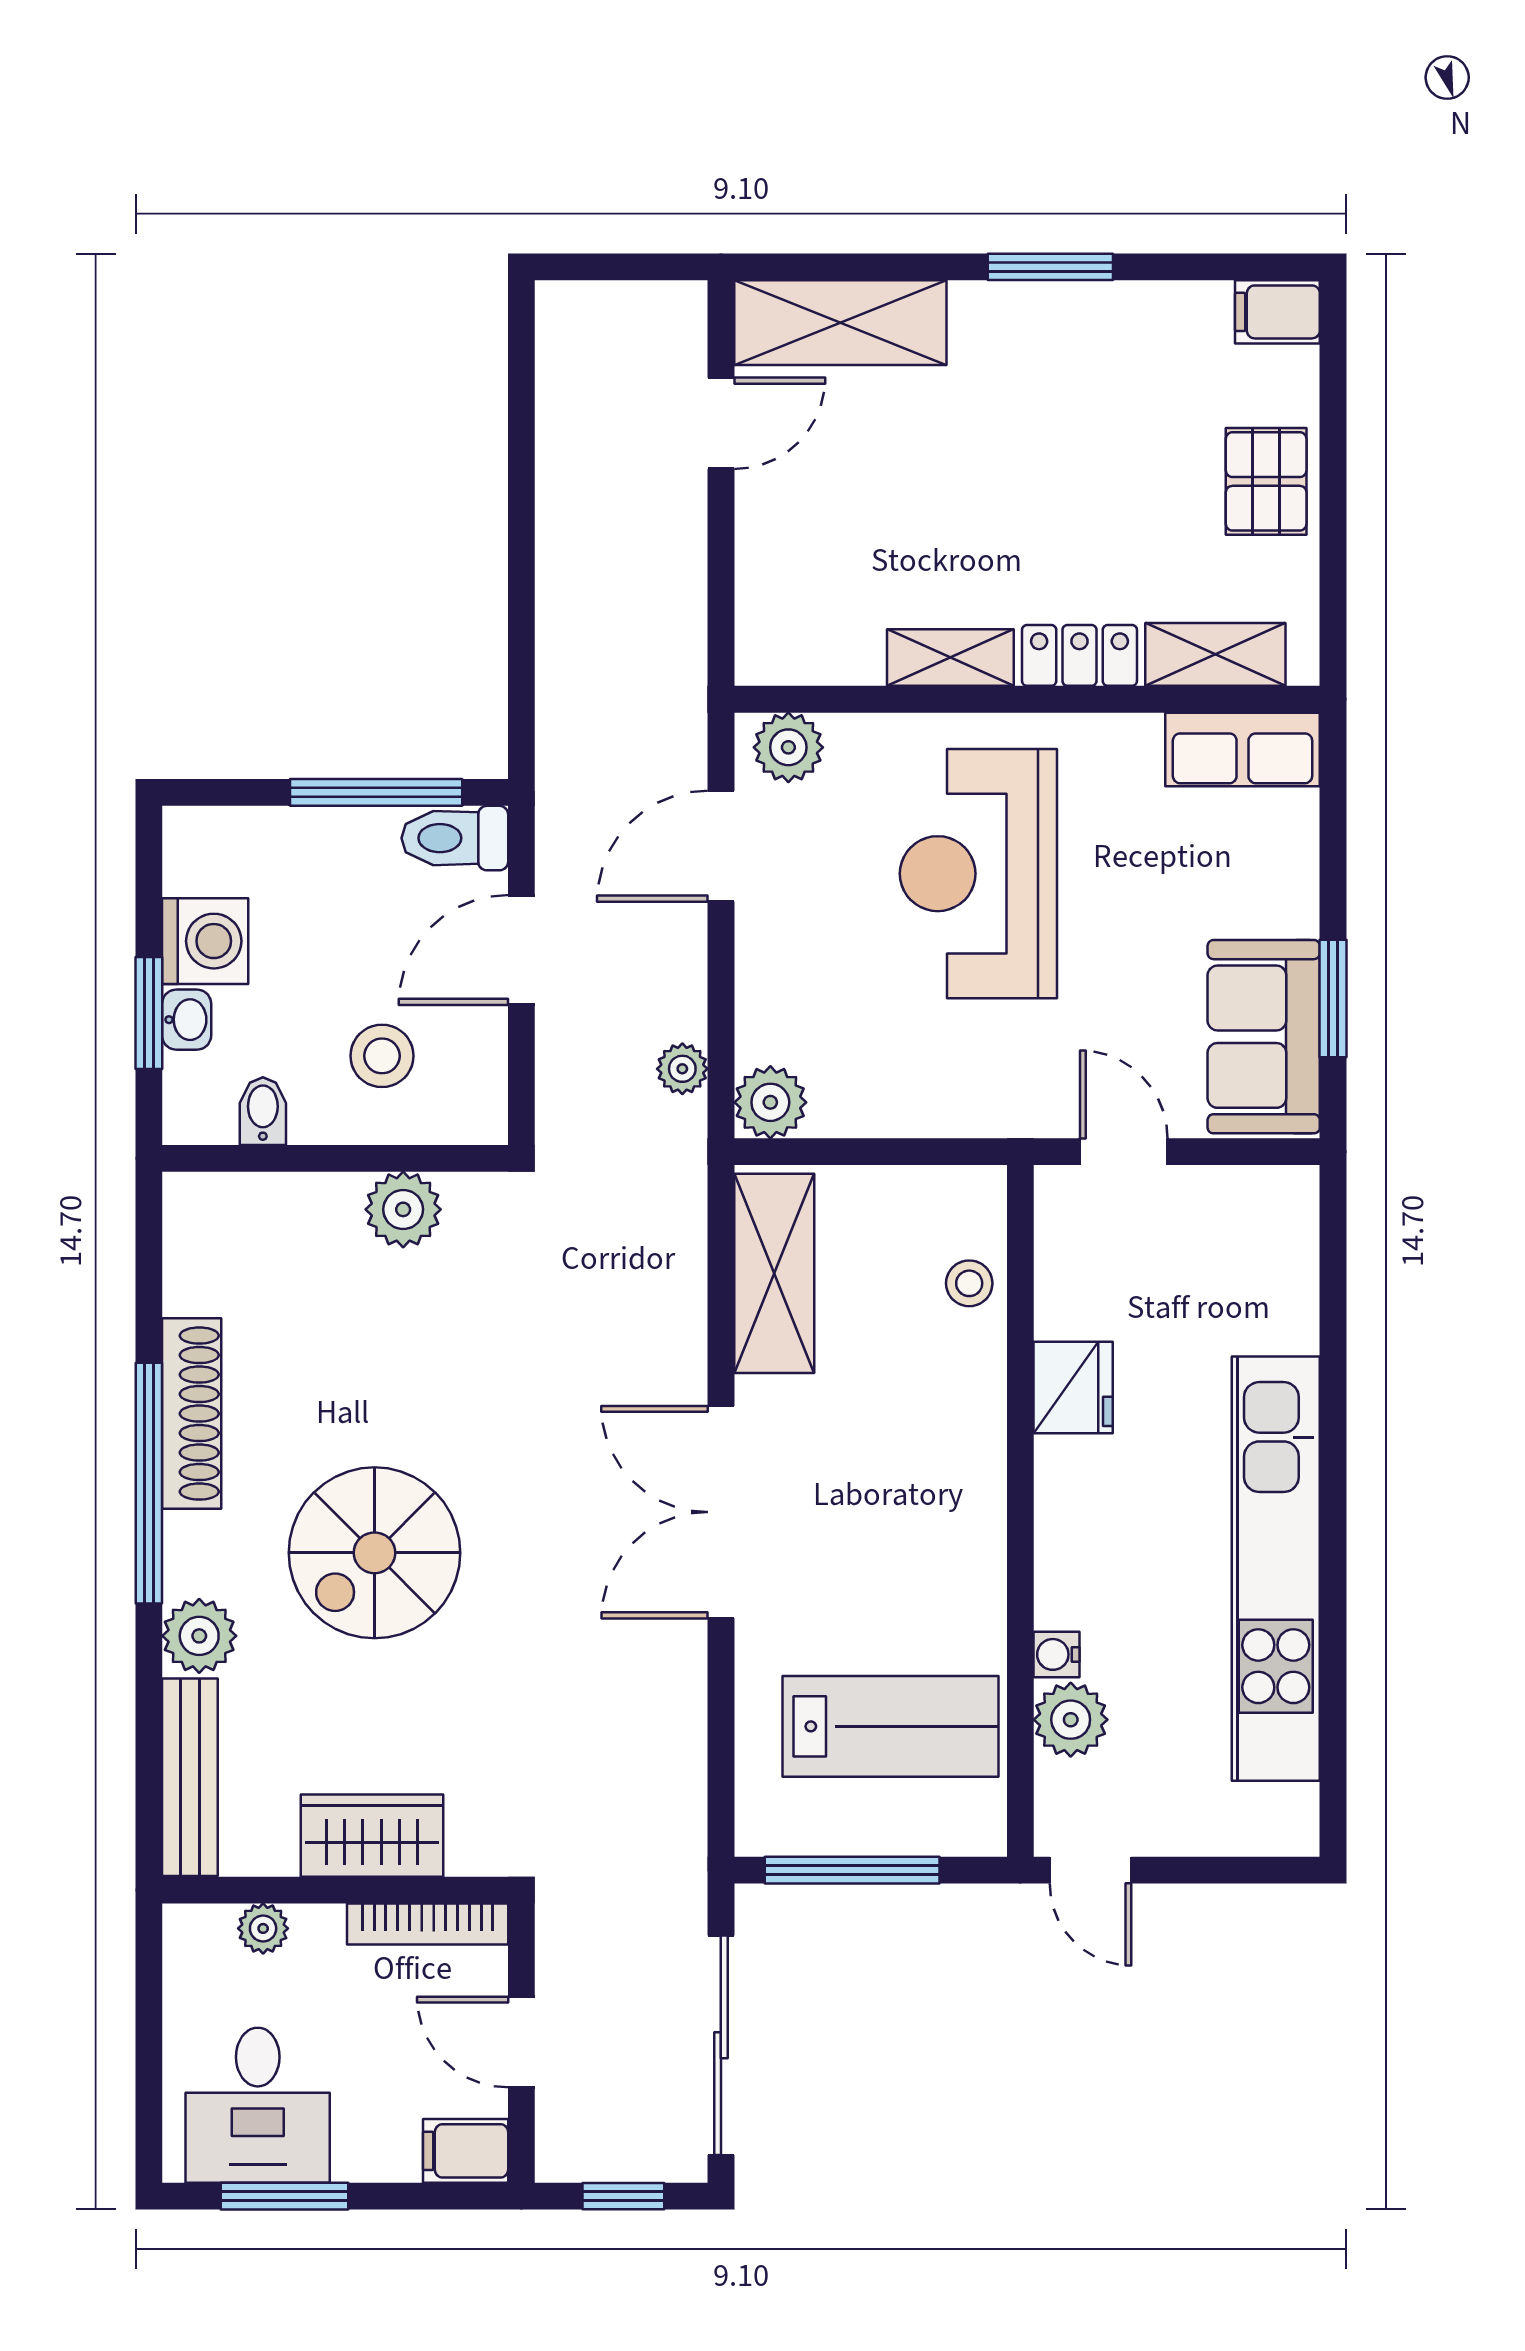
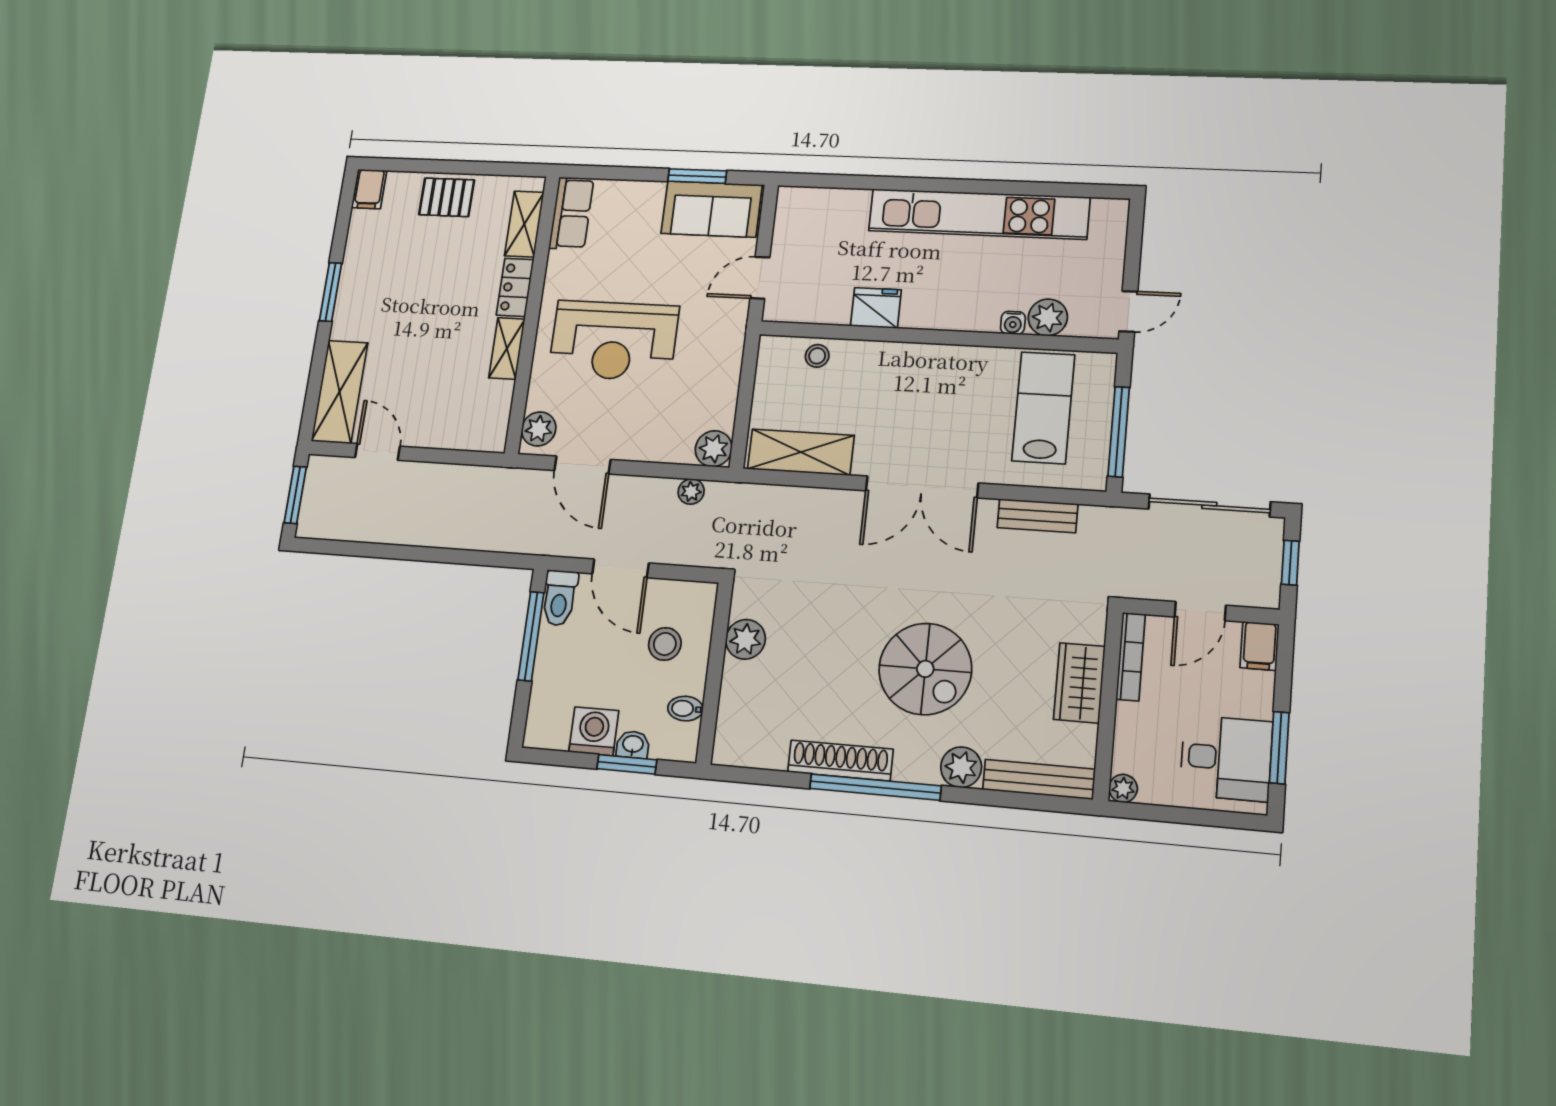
window: (622, 267) -> (295, 495), added
bench: (680, 1733) -> (1038, 516), added
plant: (263, 1928) -> (1123, 788), moved

